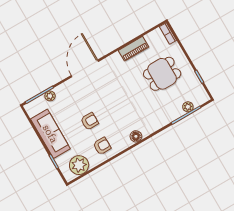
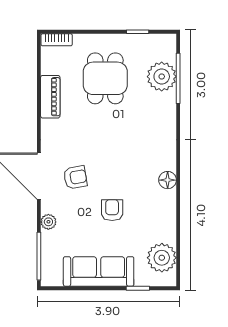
plant: (50, 96) -> (48, 222), moved
plant: (188, 107) -> (162, 77), width x1.88, depth x1.88
floor lamp: (136, 136) -> (168, 180), moved
armchair: (102, 146) -> (75, 177), moved, turned 80

